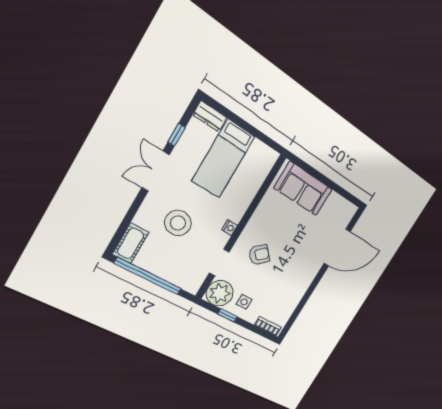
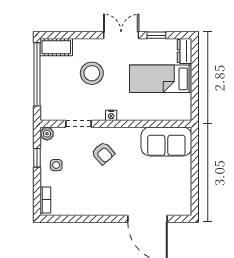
sofa: (303, 189) -> (166, 142), moved, turned -90
plant: (220, 293) -> (47, 134), width x0.53, depth x0.53

